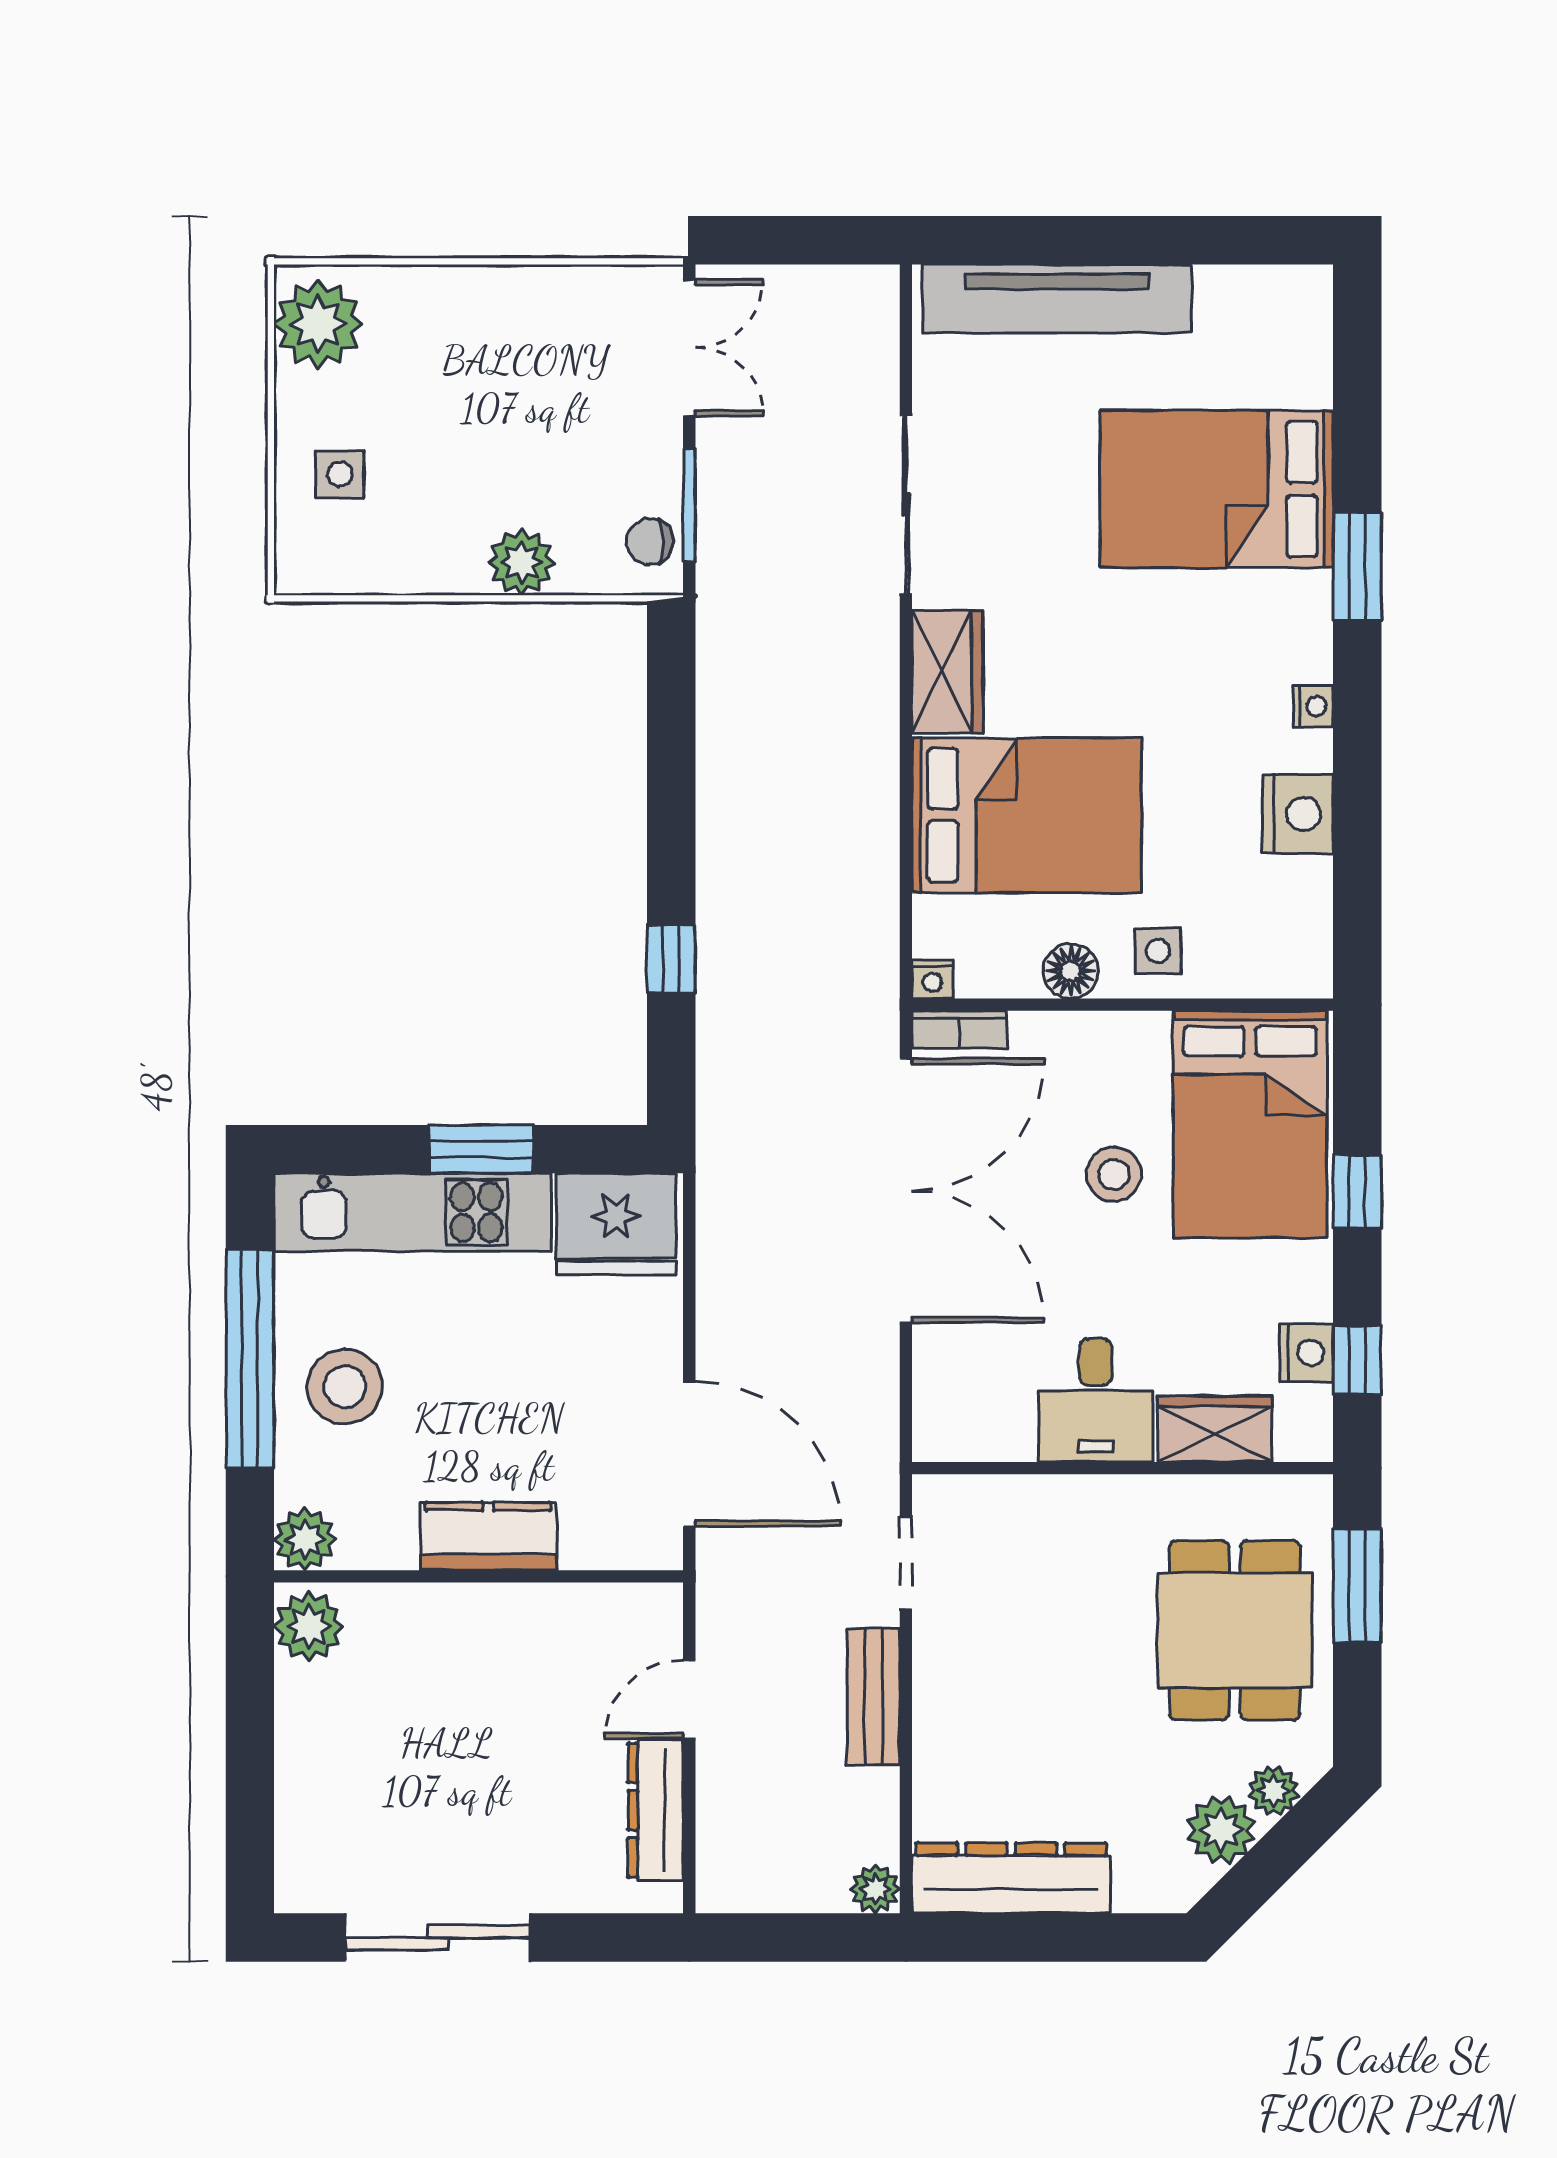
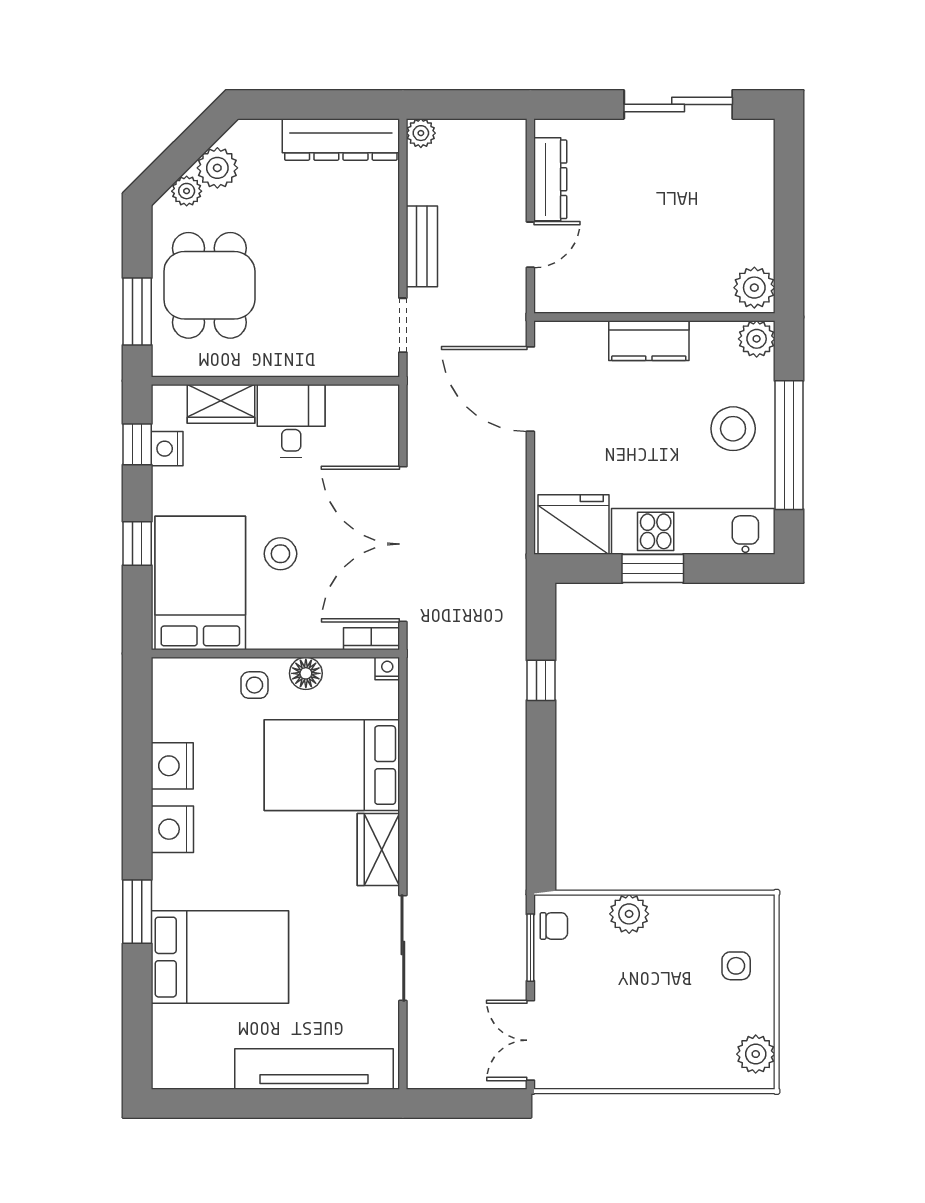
plant: (318, 324) -> (756, 1054), width x0.73, depth x0.73
nightstand: (1313, 706) -> (172, 829), width x1.89, depth x1.79

